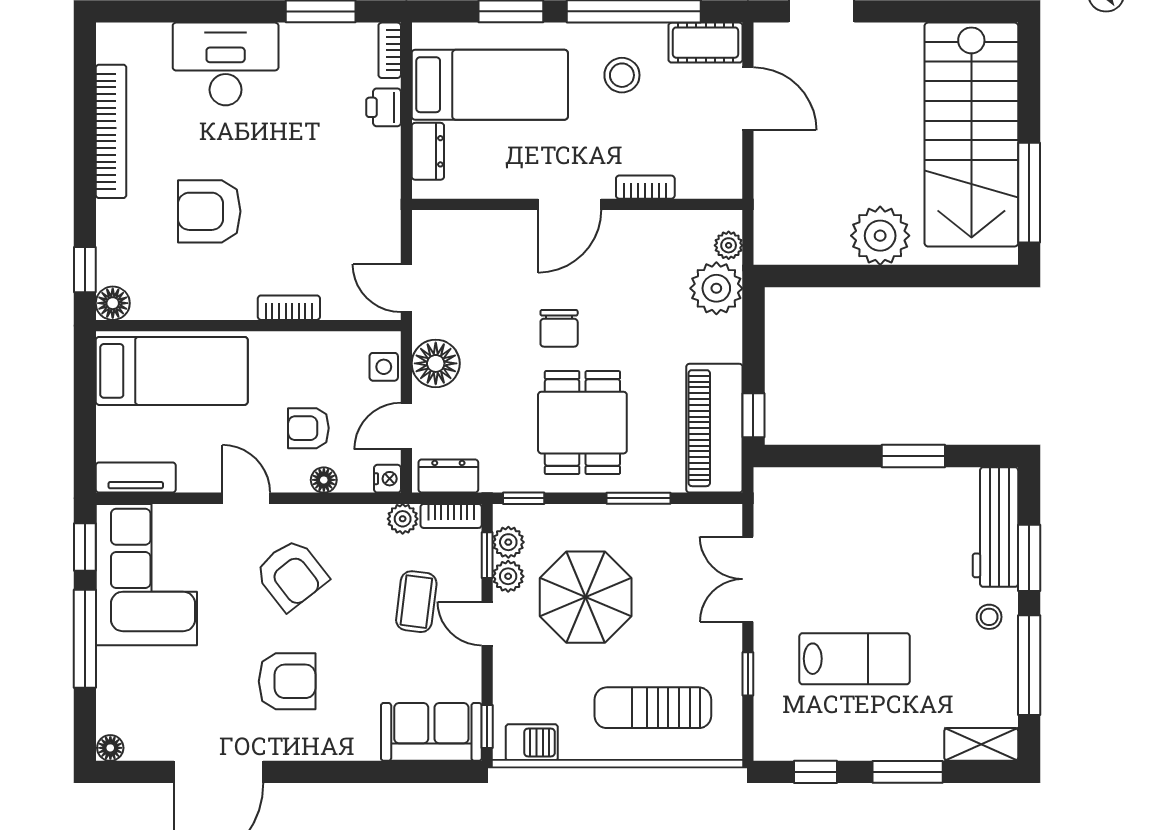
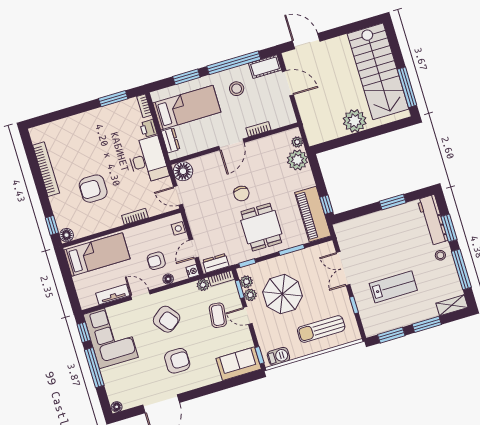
desk: (226, 64) -> (148, 160), moved, turned 90
floor lamp: (436, 363) -> (183, 171), moved
tv unit: (136, 478) -> (113, 294), moved
window: (816, 772) -> (391, 335), width x1.50

